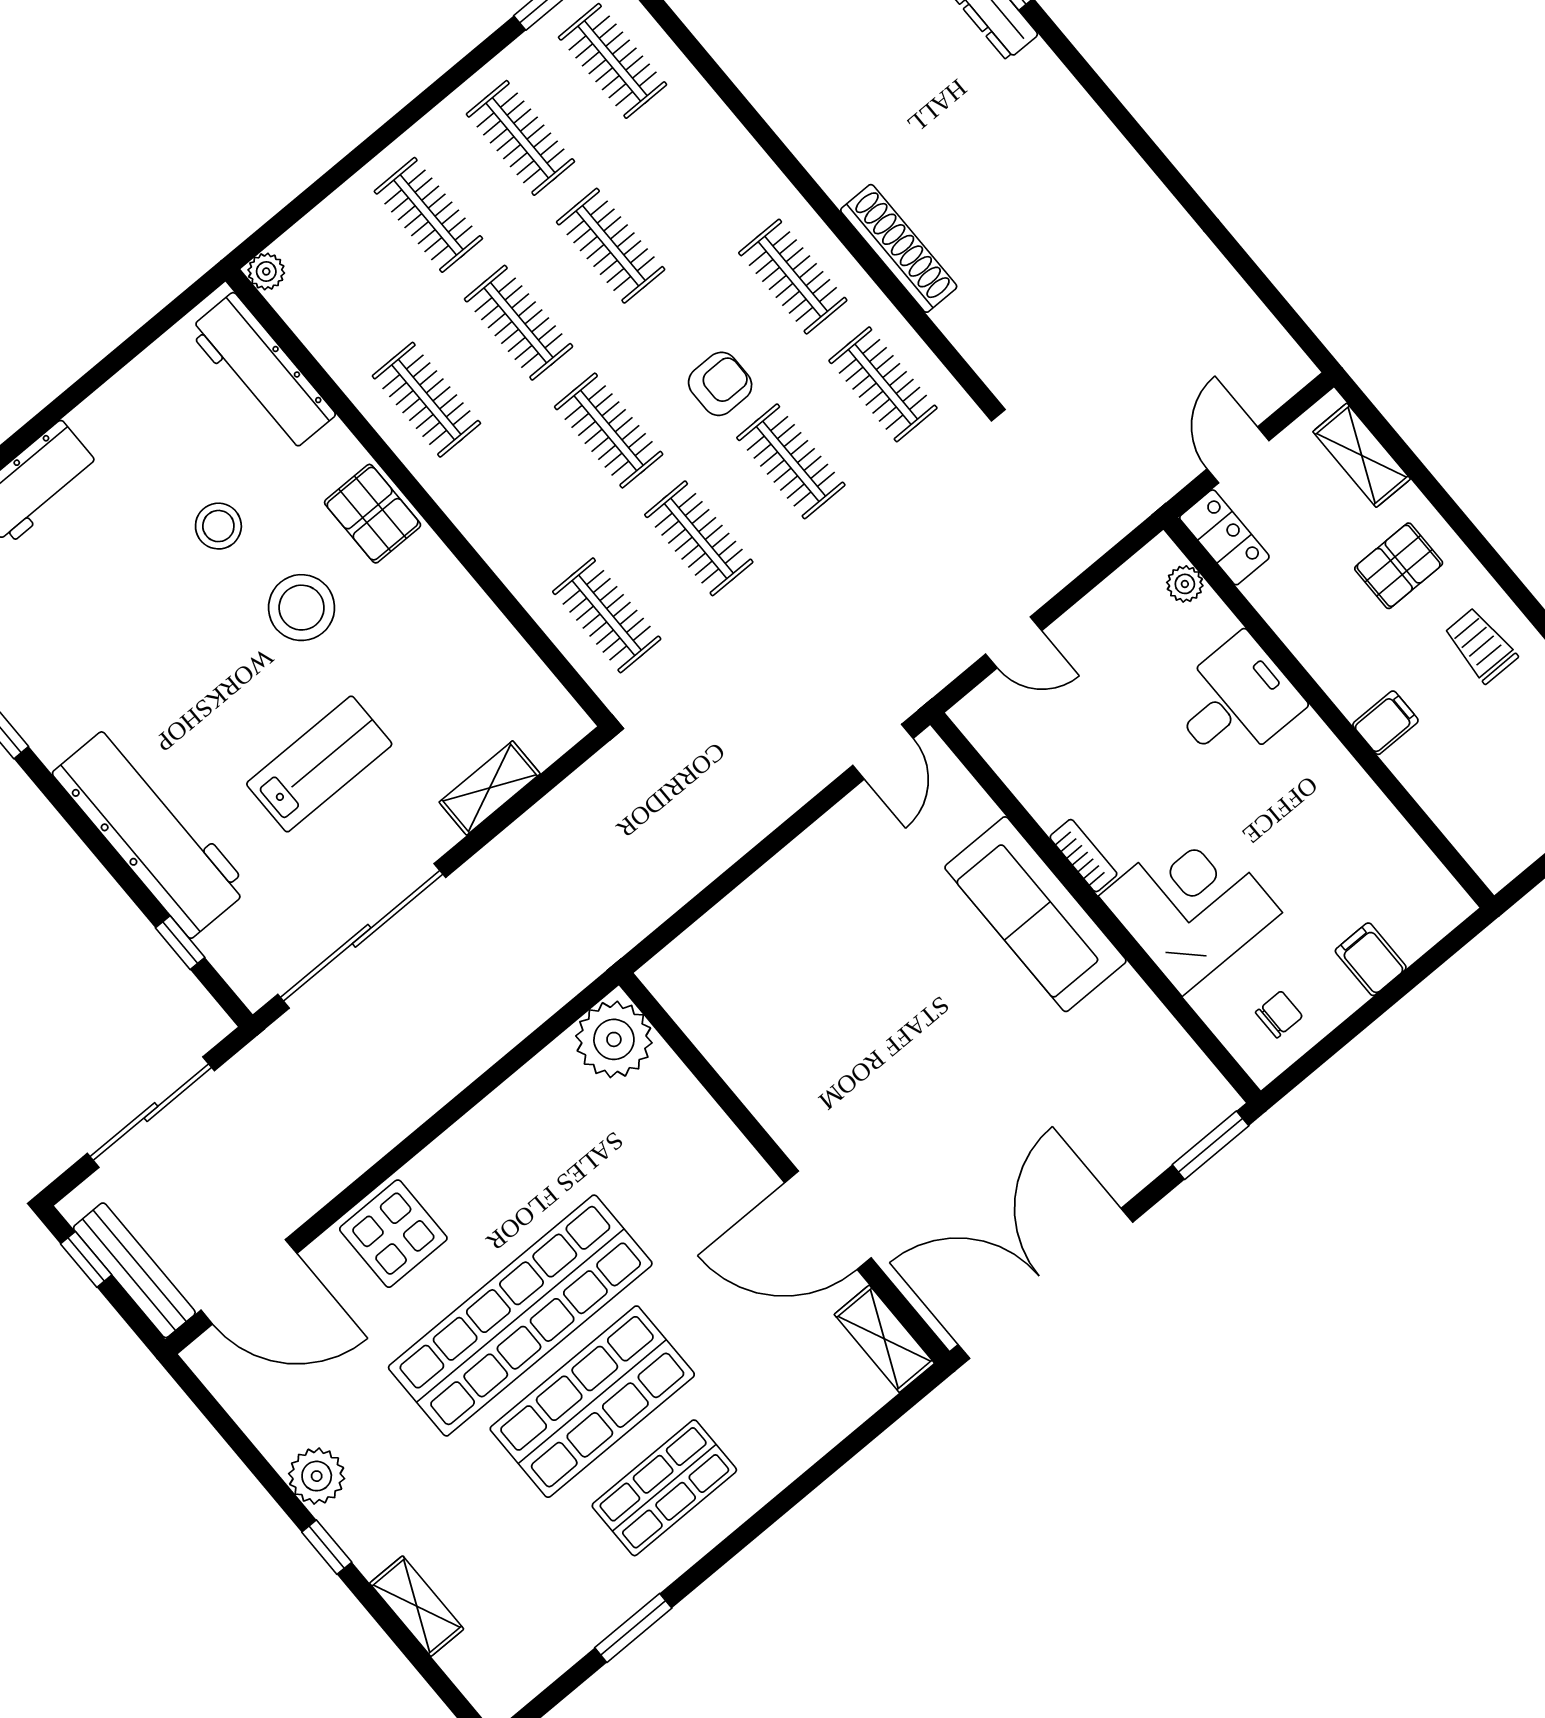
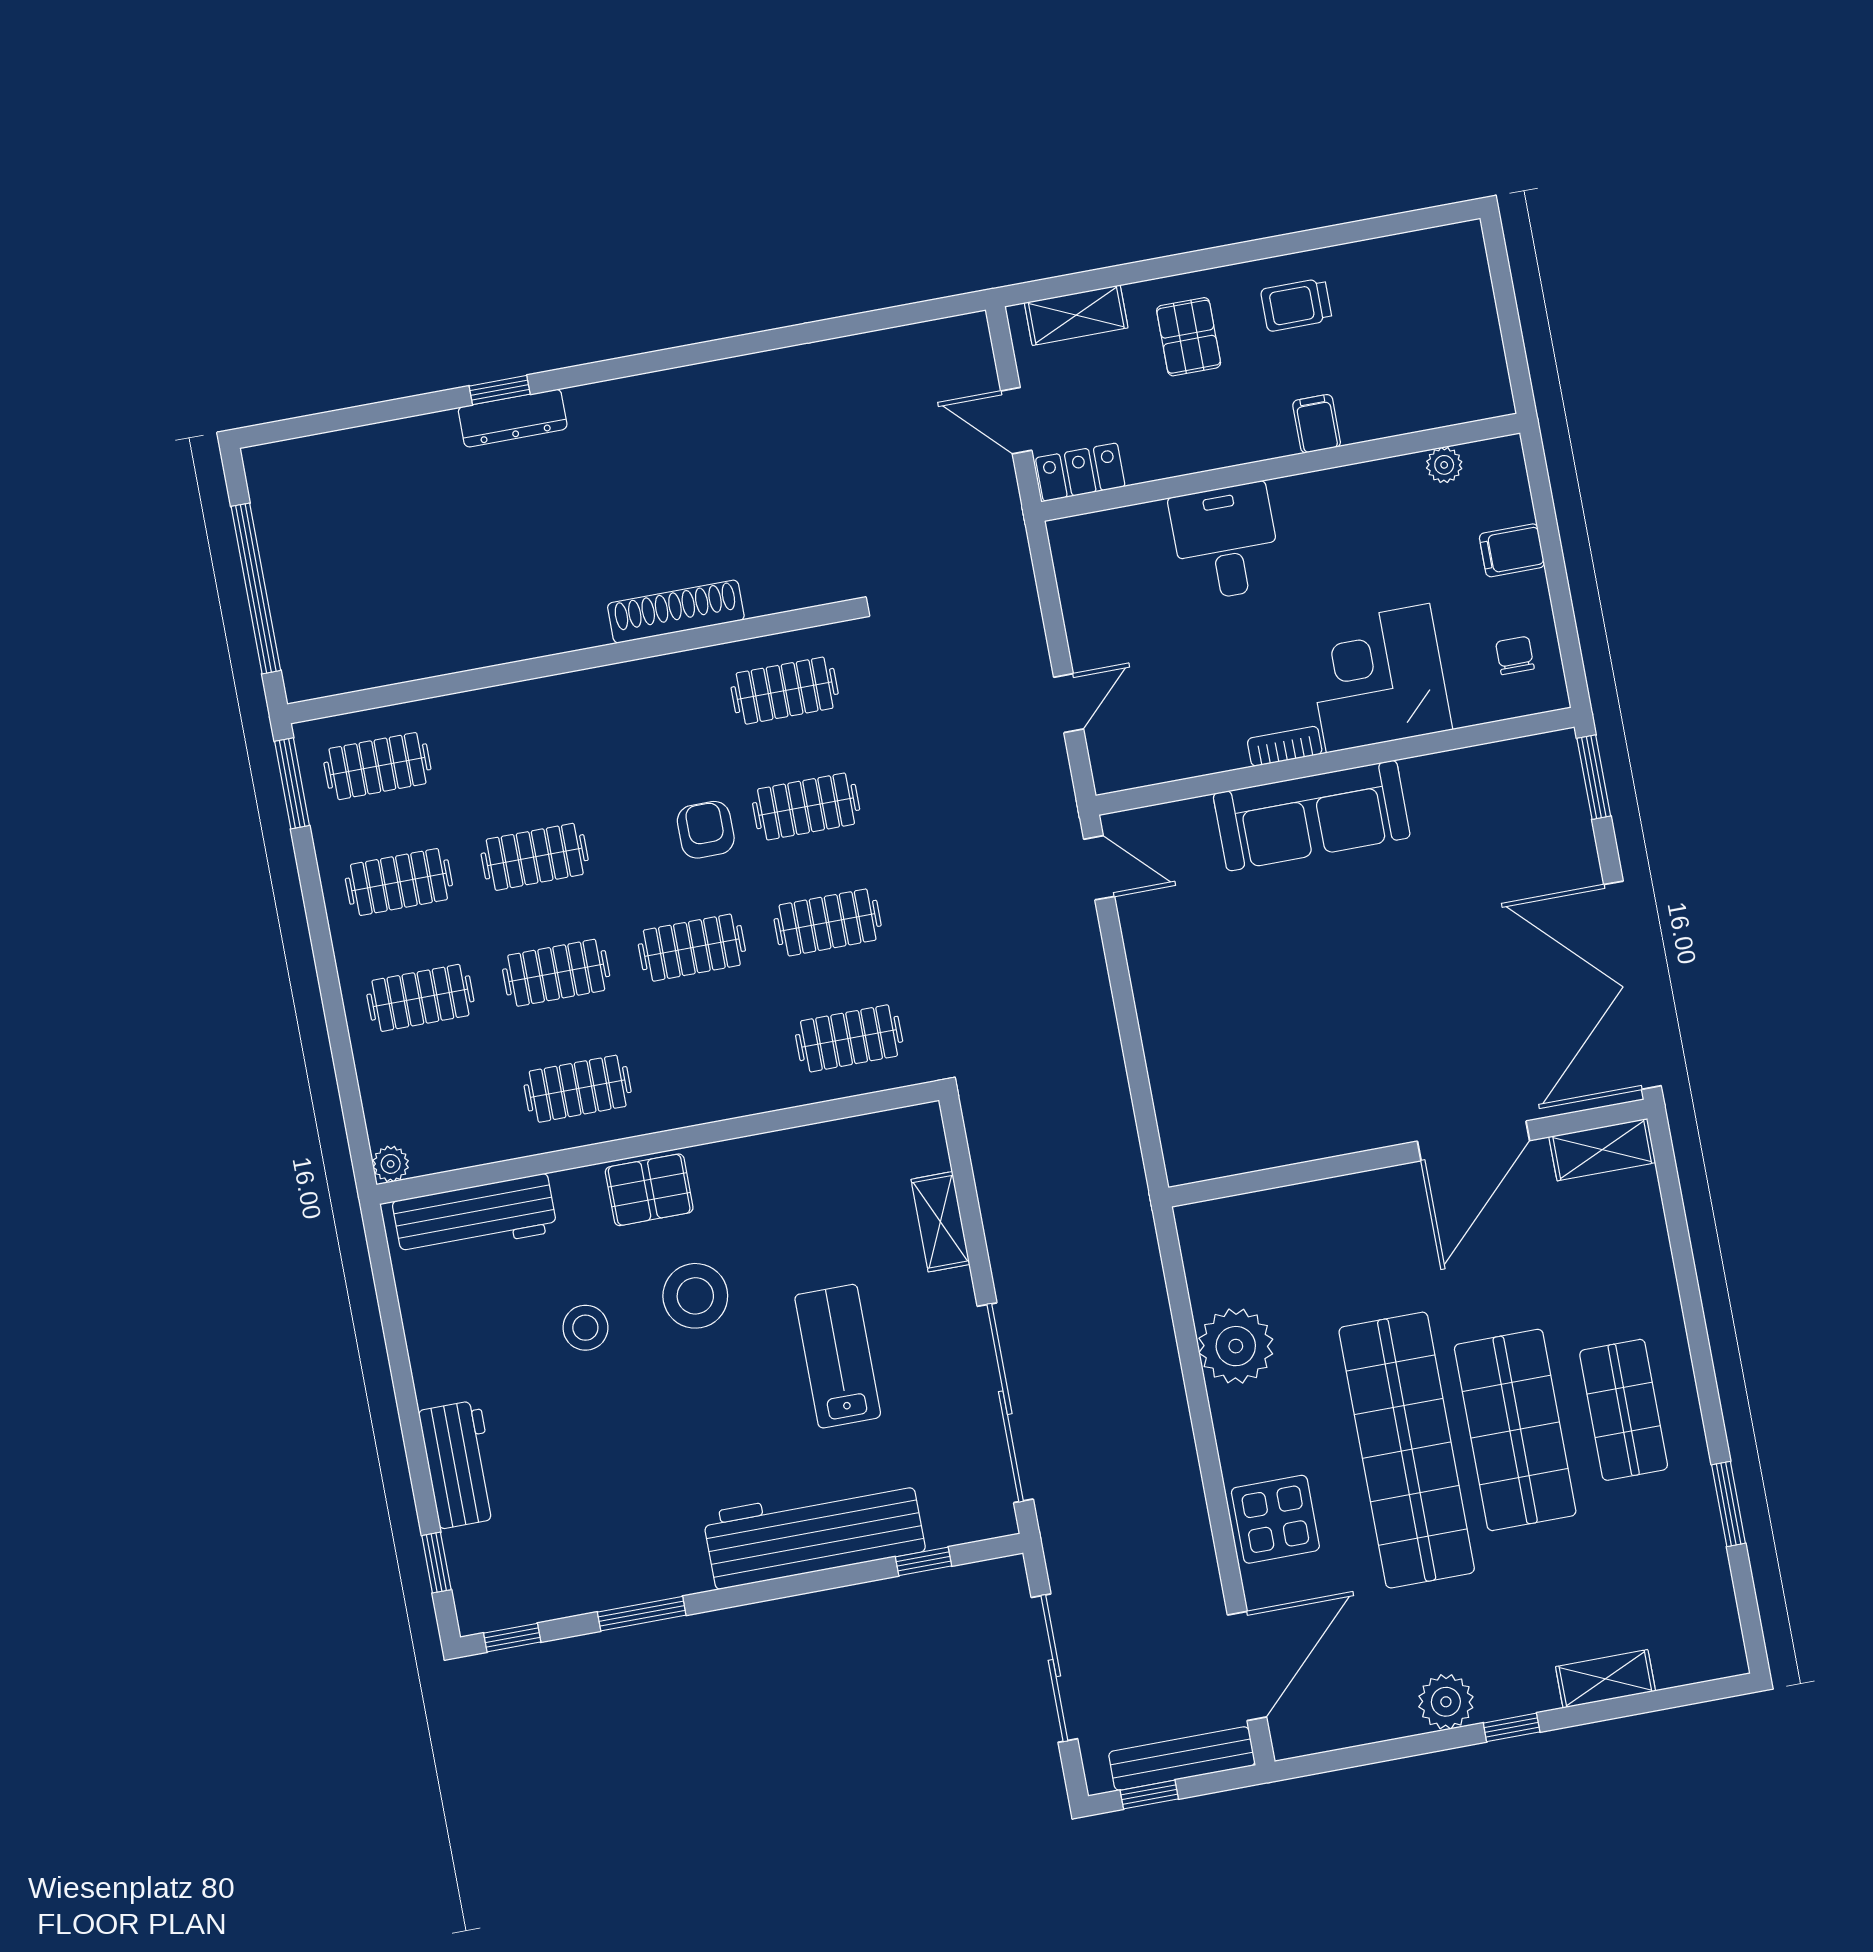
clothes rail: (793, 277) -> (649, 716), removed
plant: (1185, 584) -> (1444, 465), moved
plant: (614, 1039) -> (1236, 1346), moved

